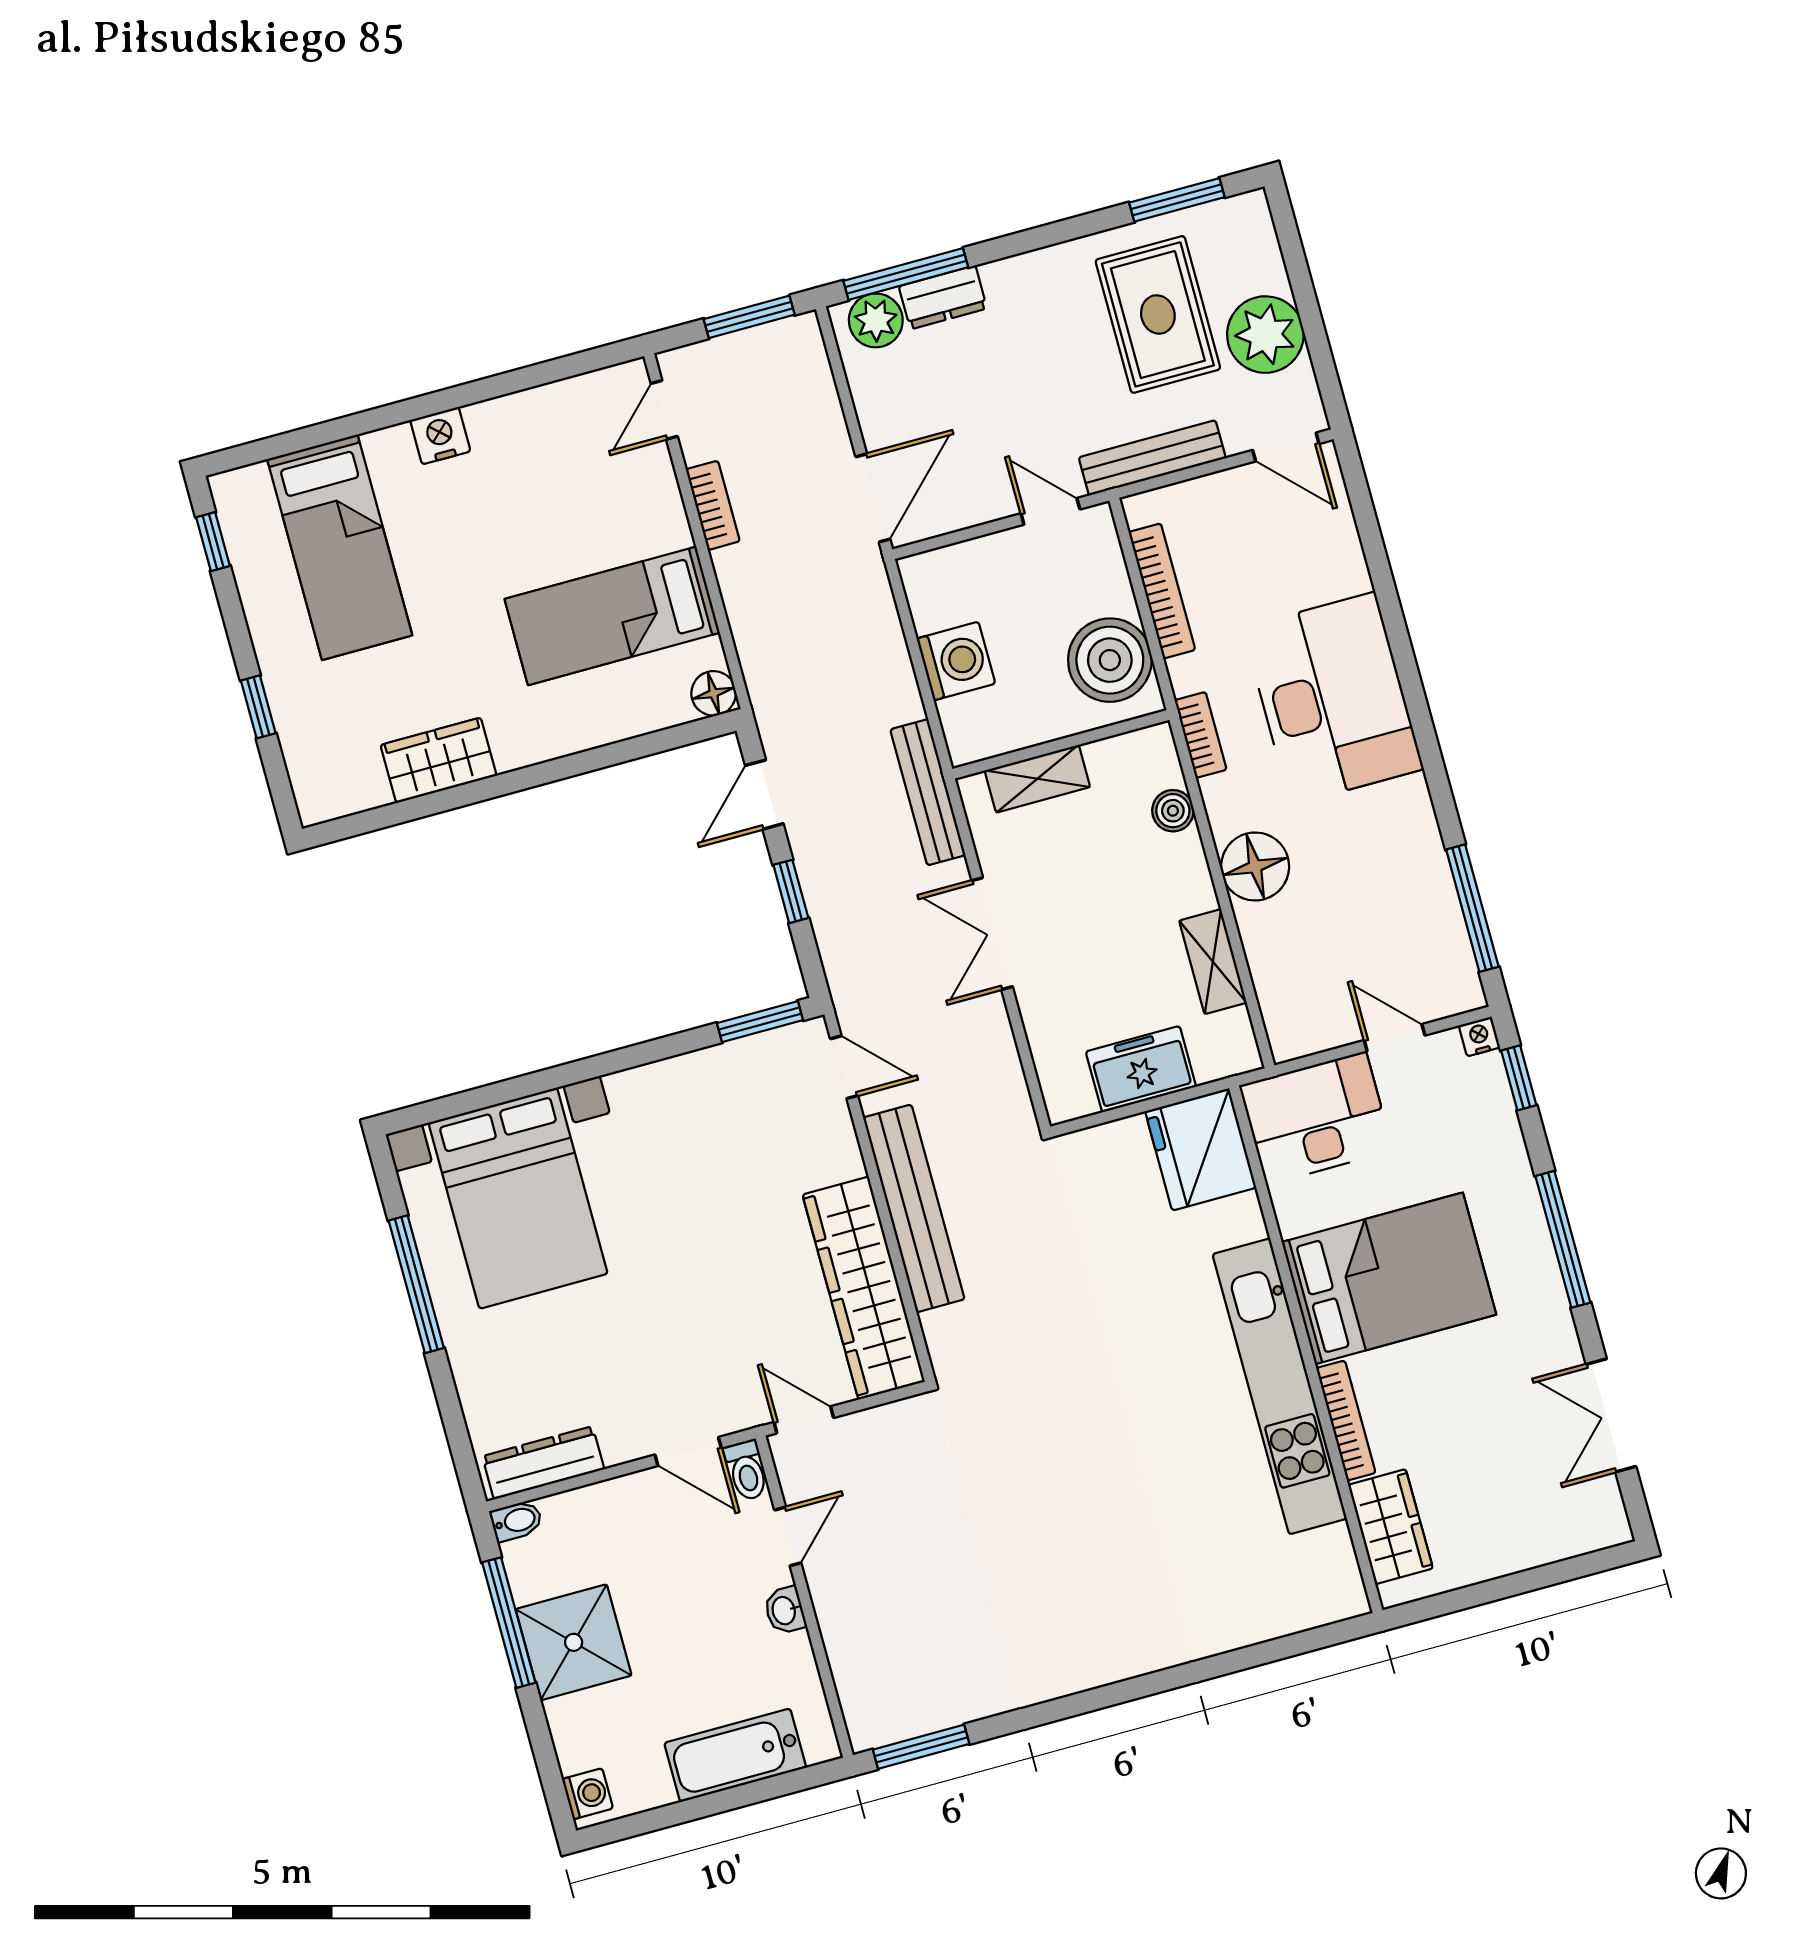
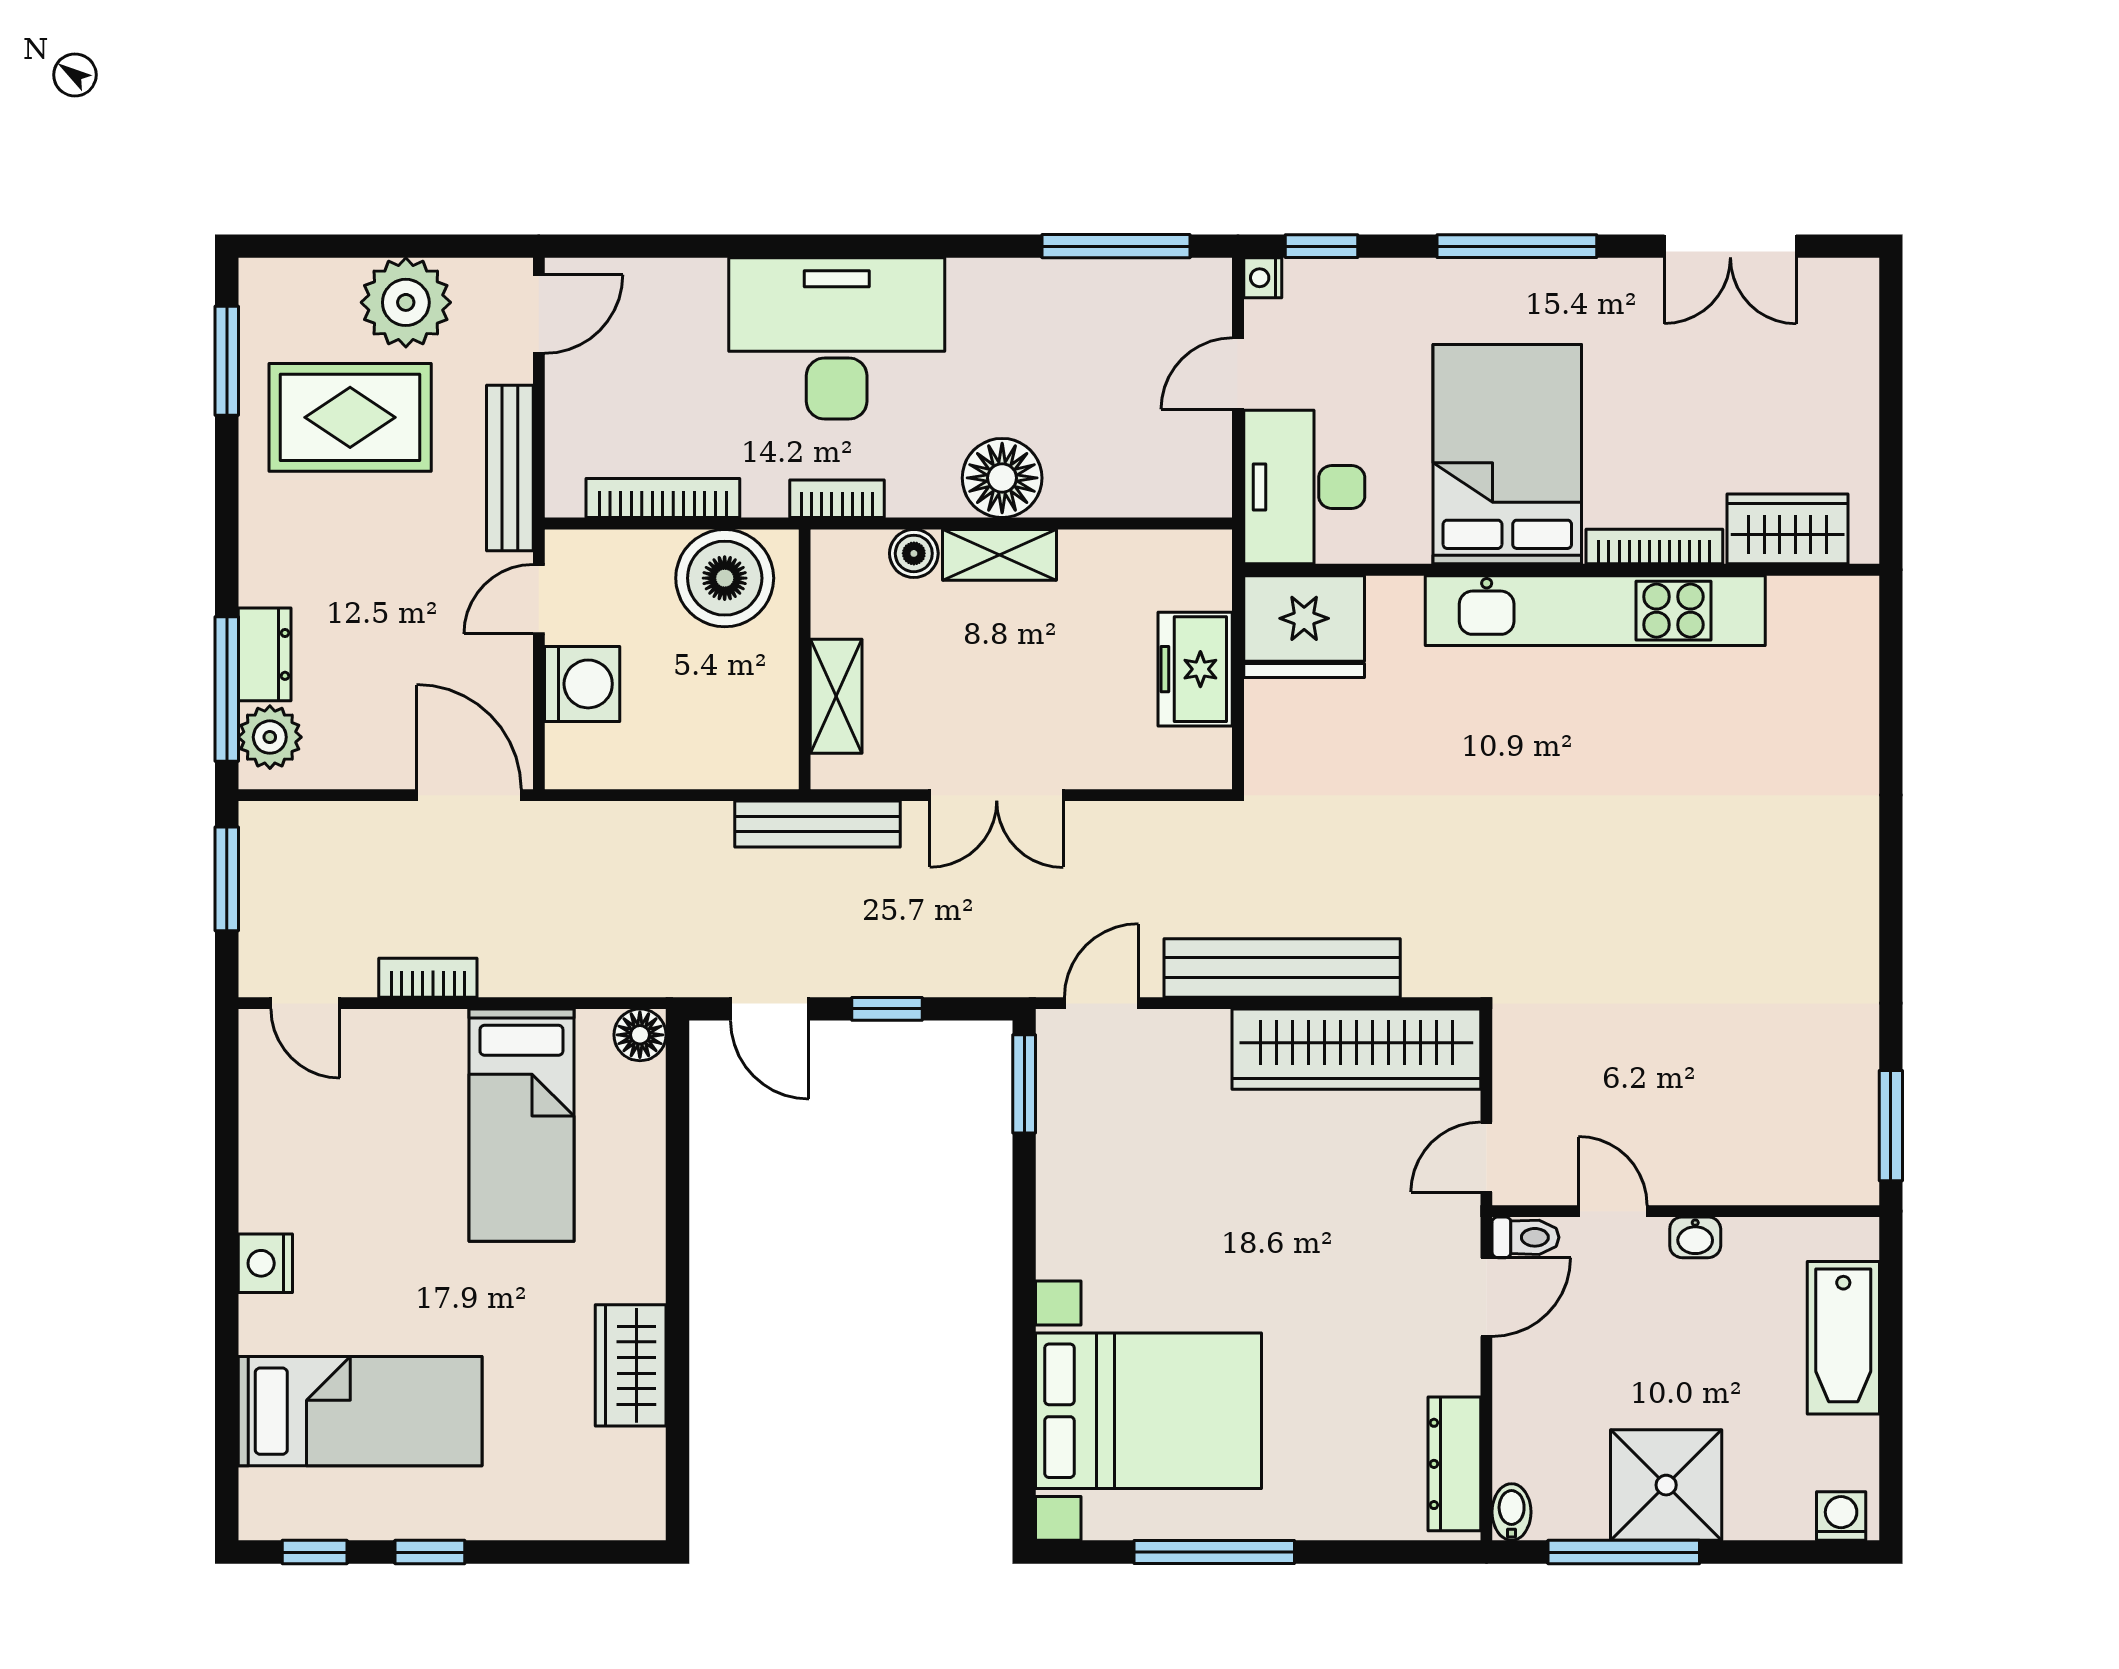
washing machine: (956, 661) -> (582, 684), moved, turned 90
window: (258, 707) -> (430, 1552), moved
shelving: (1213, 962) -> (1000, 555), moved

